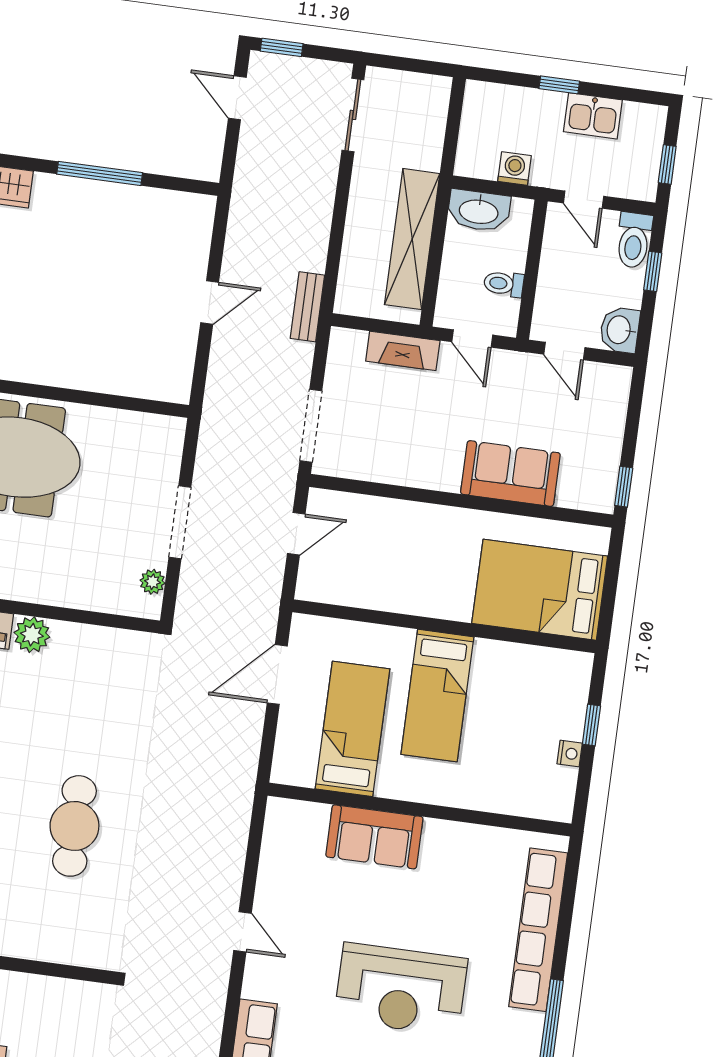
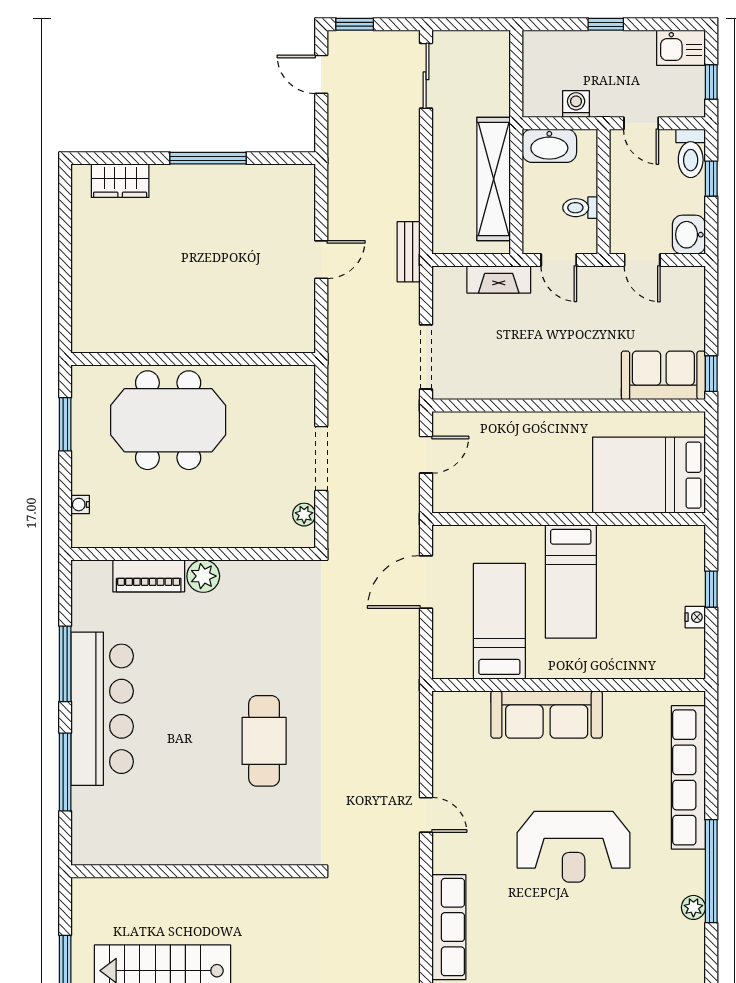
kitchen sink: (593, 116) -> (681, 48), moved
sofa: (510, 474) -> (663, 375), moved
sofa: (374, 837) -> (547, 714), width x1.36

